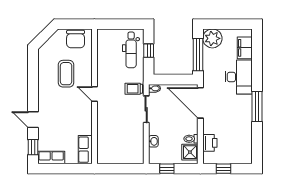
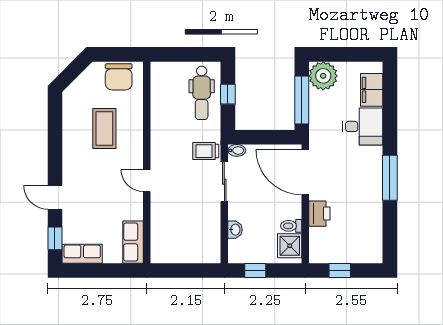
desk: (239, 77) -> (363, 126), width x0.73
door: (94, 94) -> (147, 181), moved
printer: (210, 143) -> (319, 214), moved

